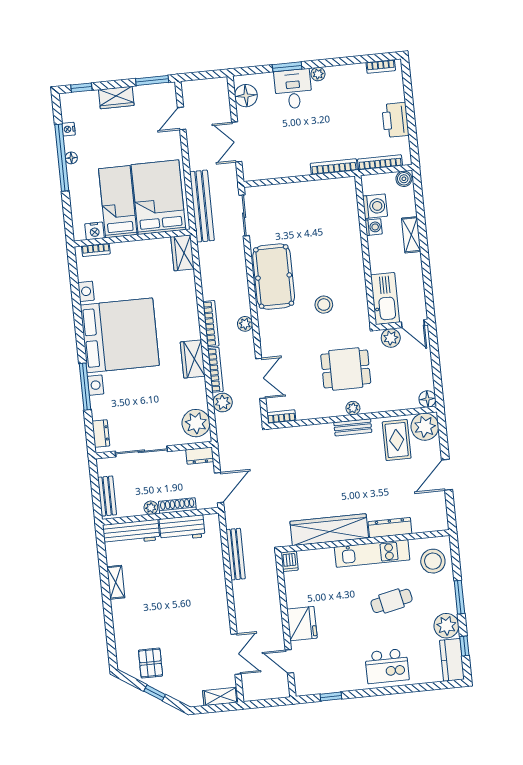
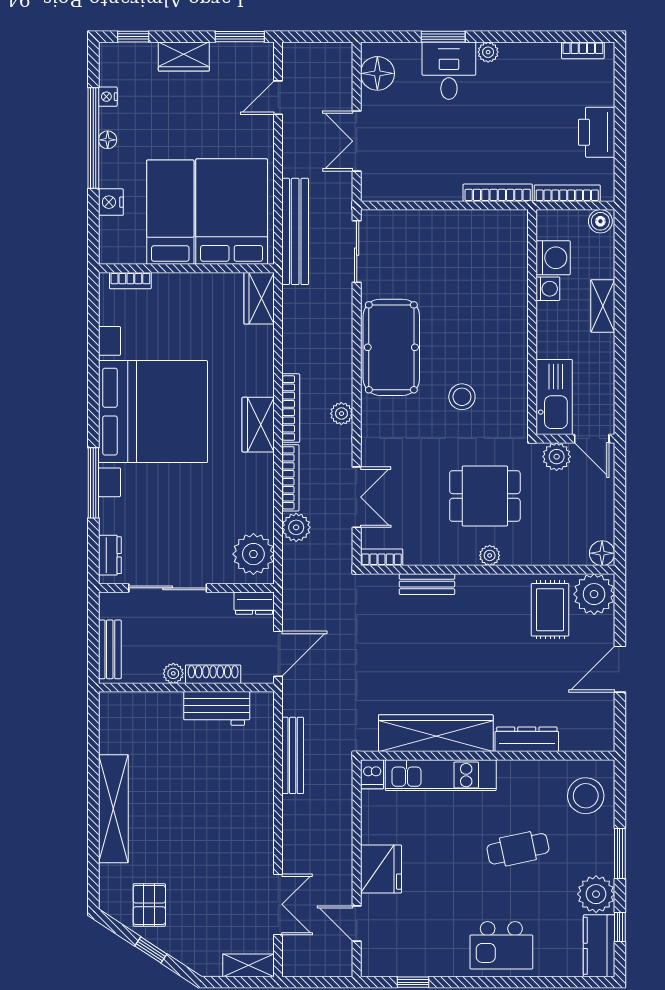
nightstand: (95, 231) -> (111, 202), moved, turned 90
wardrobe: (193, 359) -> (258, 425), moved
bench: (353, 427) -> (427, 584), moved
workbench: (131, 532) -> (140, 707), removed
kitchen unit: (372, 553) -> (441, 775), moved
shelving: (116, 582) -> (113, 809), width x2.20, depth x1.33

